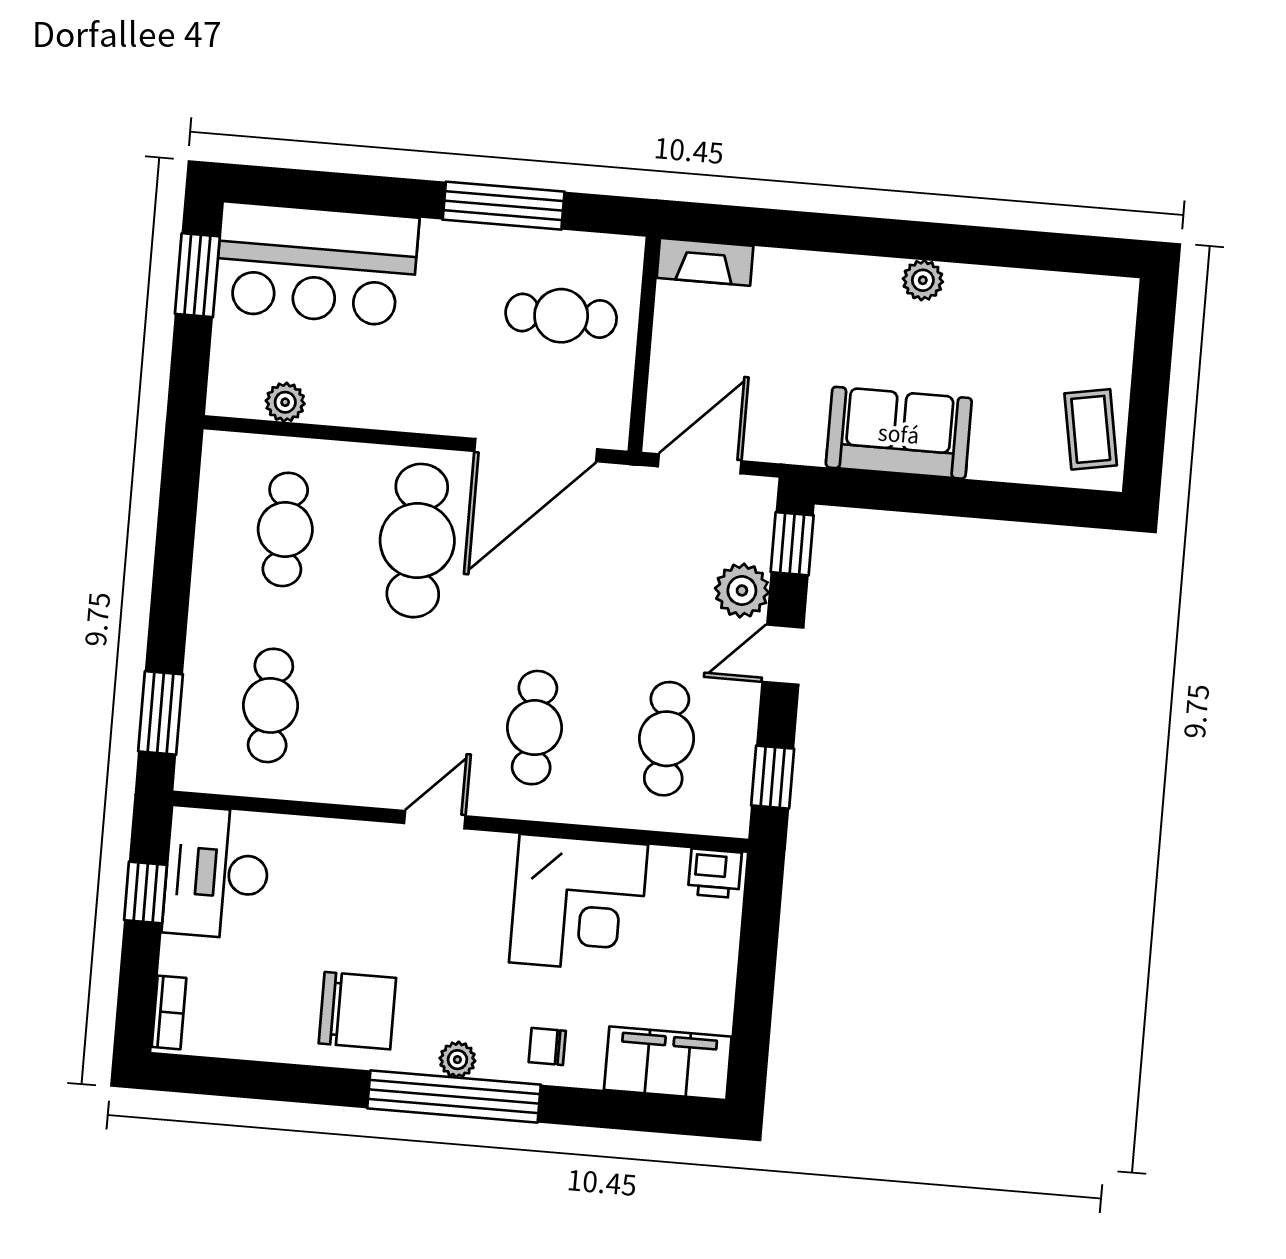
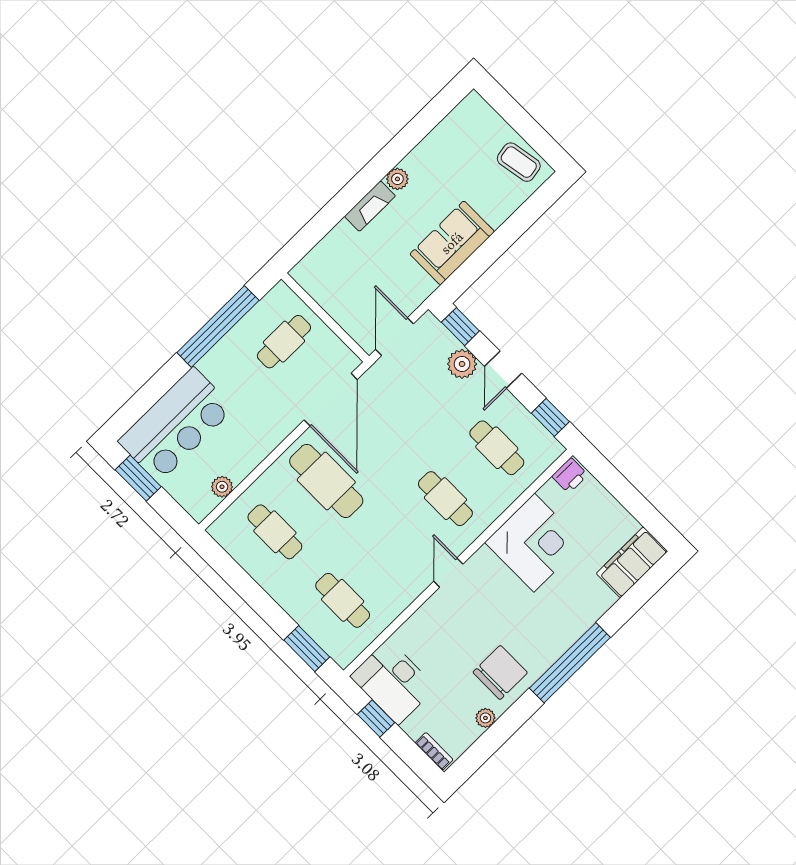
window: (504, 206) -> (218, 326), width x1.46
fireplace: (705, 262) -> (370, 206), moved
chair: (547, 1046) -> (582, 606), removed
plant: (457, 1060) -> (485, 718), moved

